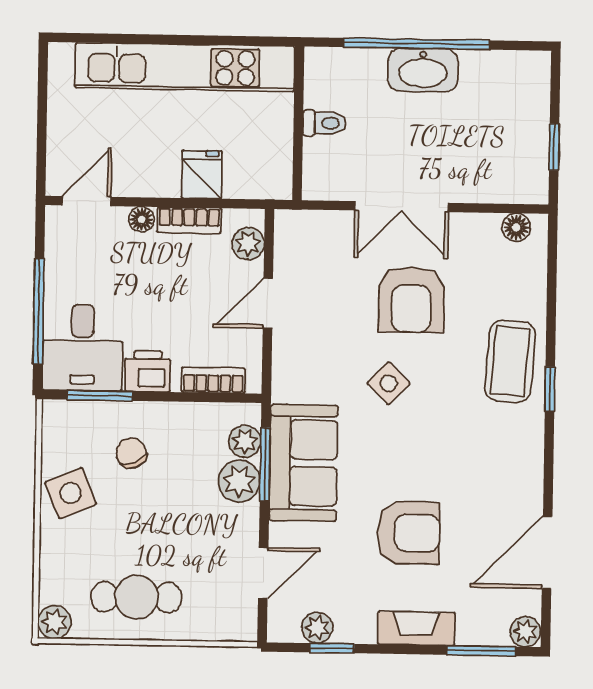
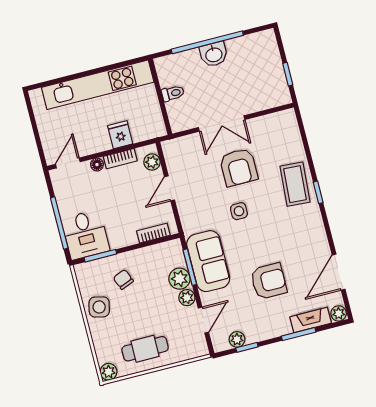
washbasin: (423, 70) -> (214, 54), width x0.72
floor lamp: (516, 227) -> (280, 118), removed
printer: (148, 371) -> (120, 237), removed
side table: (389, 383) -> (239, 211), turned 45
plant: (245, 441) -> (187, 298), moved
side table: (71, 493) -> (99, 307), turned 36
fireplace: (416, 628) -> (311, 320), moved
window: (481, 651) -> (299, 334), moved

